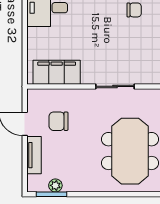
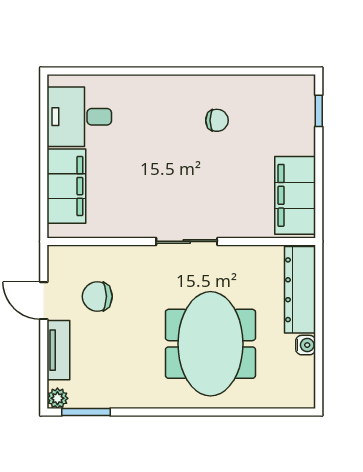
filing cabinet: (57, 72) -> (66, 186), moved, turned 90
plant: (55, 185) -> (57, 398), moved

